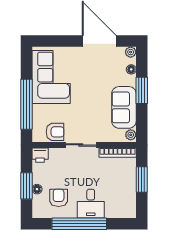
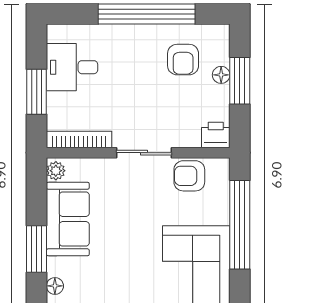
desk: (91, 204) -> (72, 67), moved, turned -90

